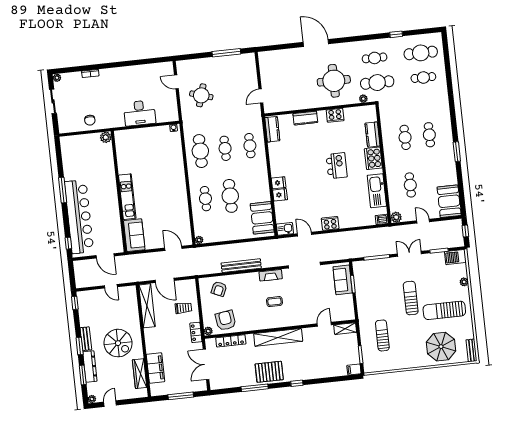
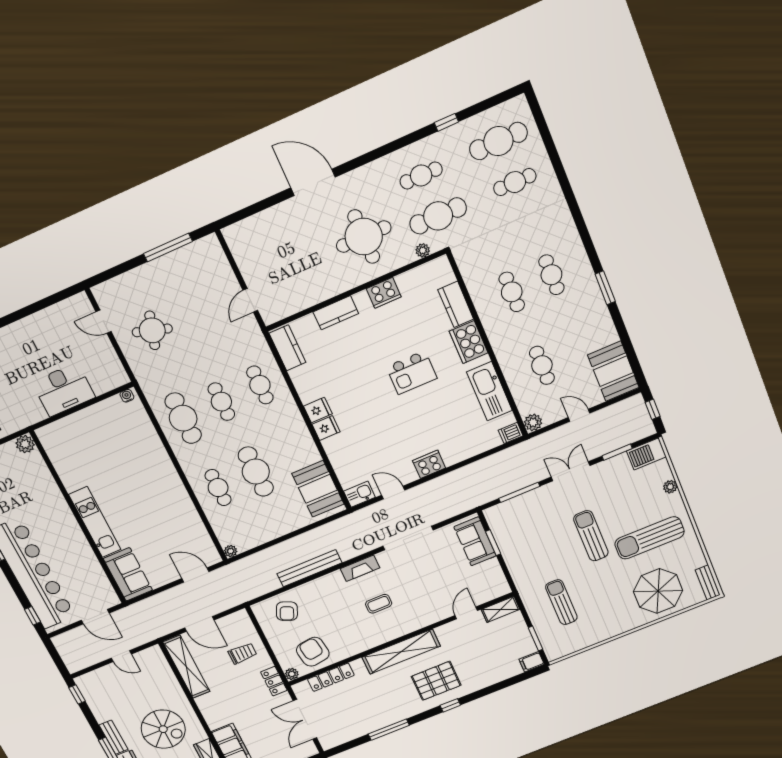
kitchen island: (337, 166) -> (412, 372), turned 90
fridge: (280, 195) -> (318, 410), moved
pallet: (269, 372) -> (436, 681), moved

